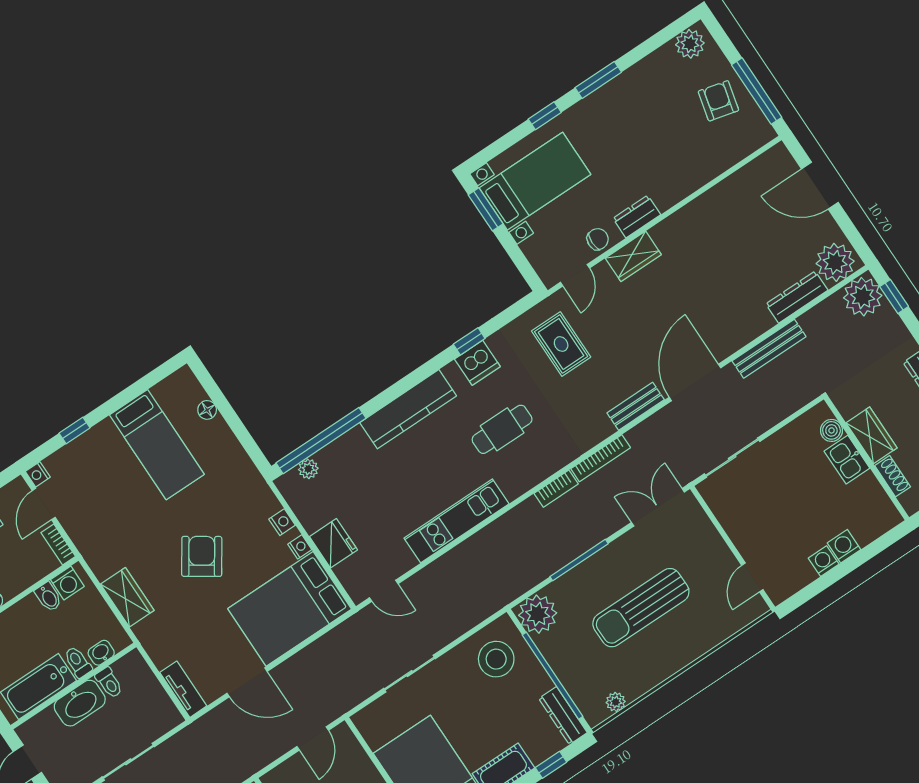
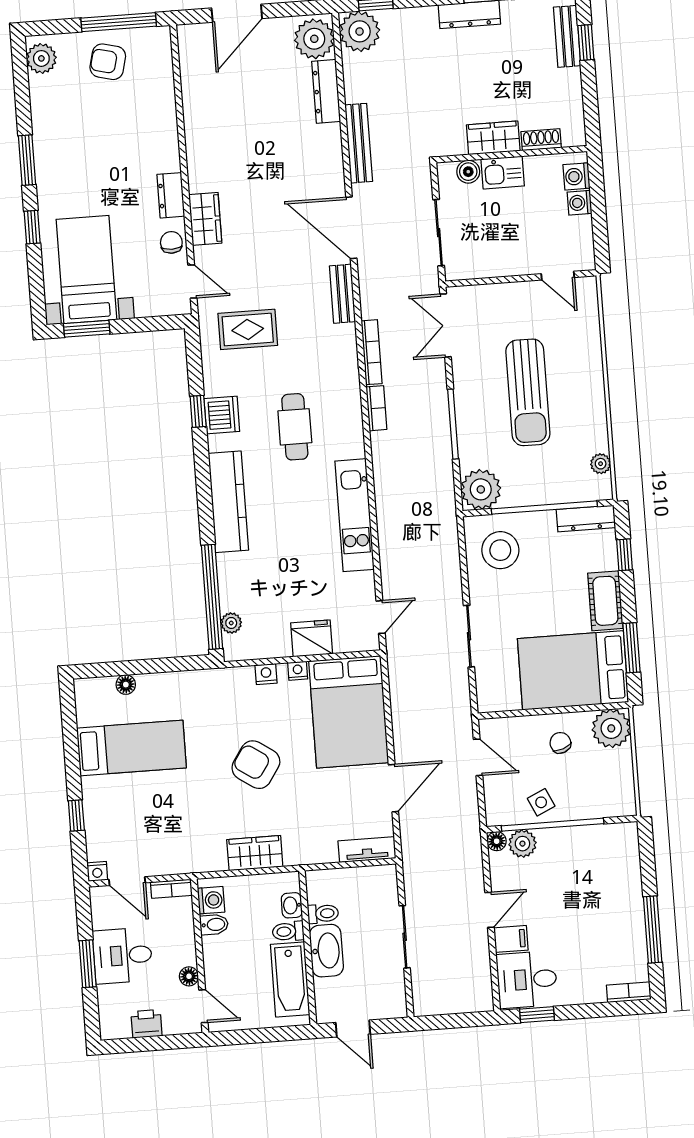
boiler: (831, 430) -> (468, 172), moved
wardrobe: (872, 435) -> (493, 138), moved
wall: (866, 458) -> (511, 154), moved
kitchen sink: (847, 460) -> (503, 173), moved
shoe rack: (893, 476) -> (541, 140), moved

